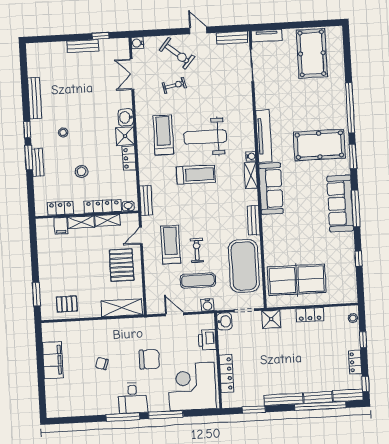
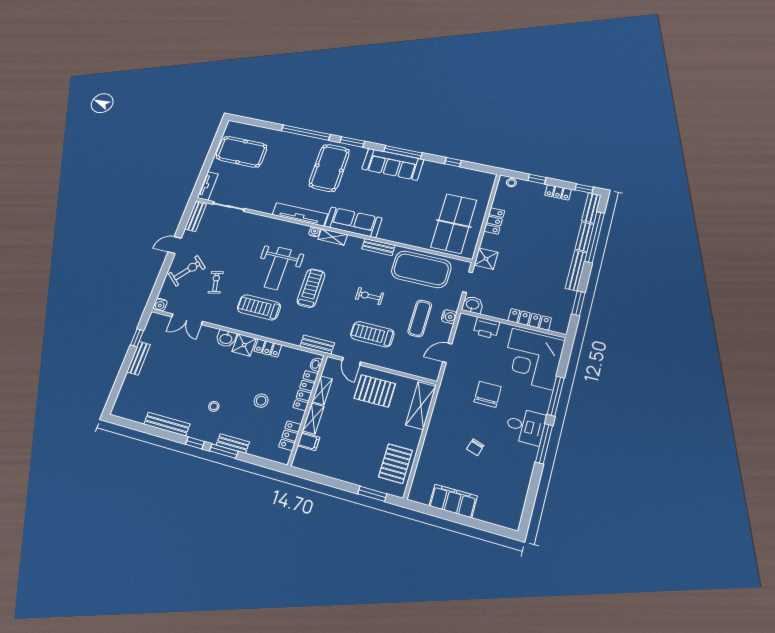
exercise bike: (197, 250) -> (370, 296), moved
pallet: (67, 304) -> (395, 464), width x1.50, depth x1.42

